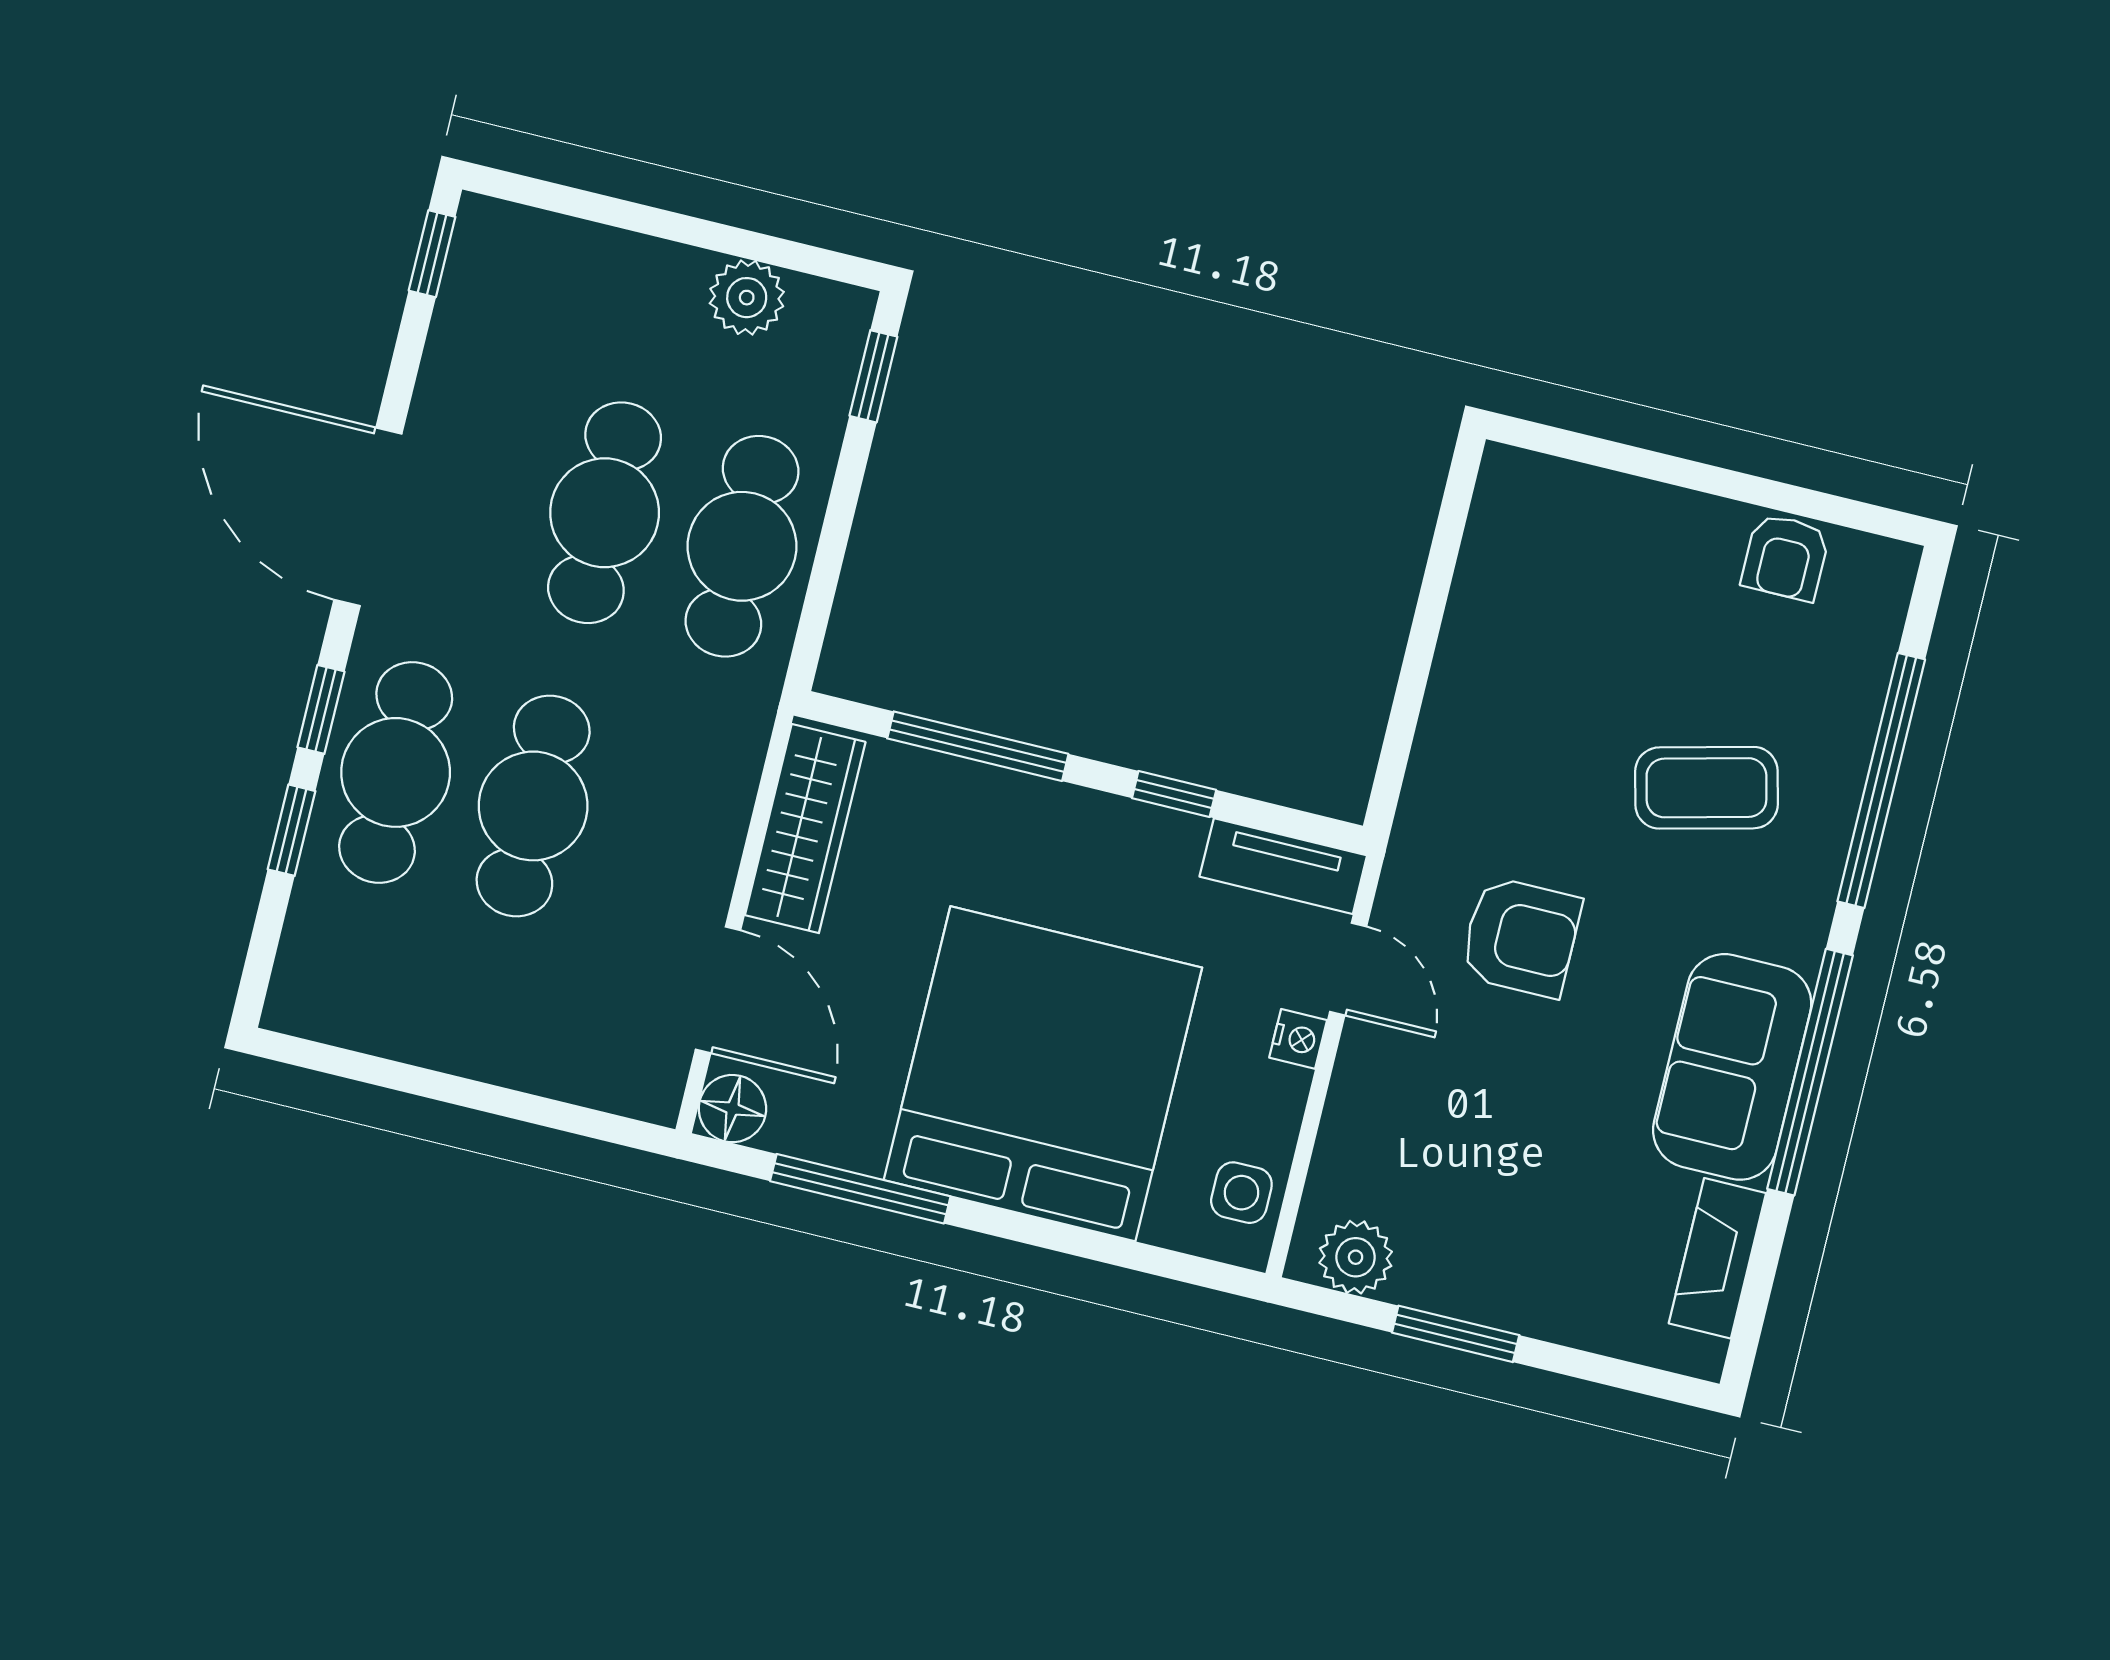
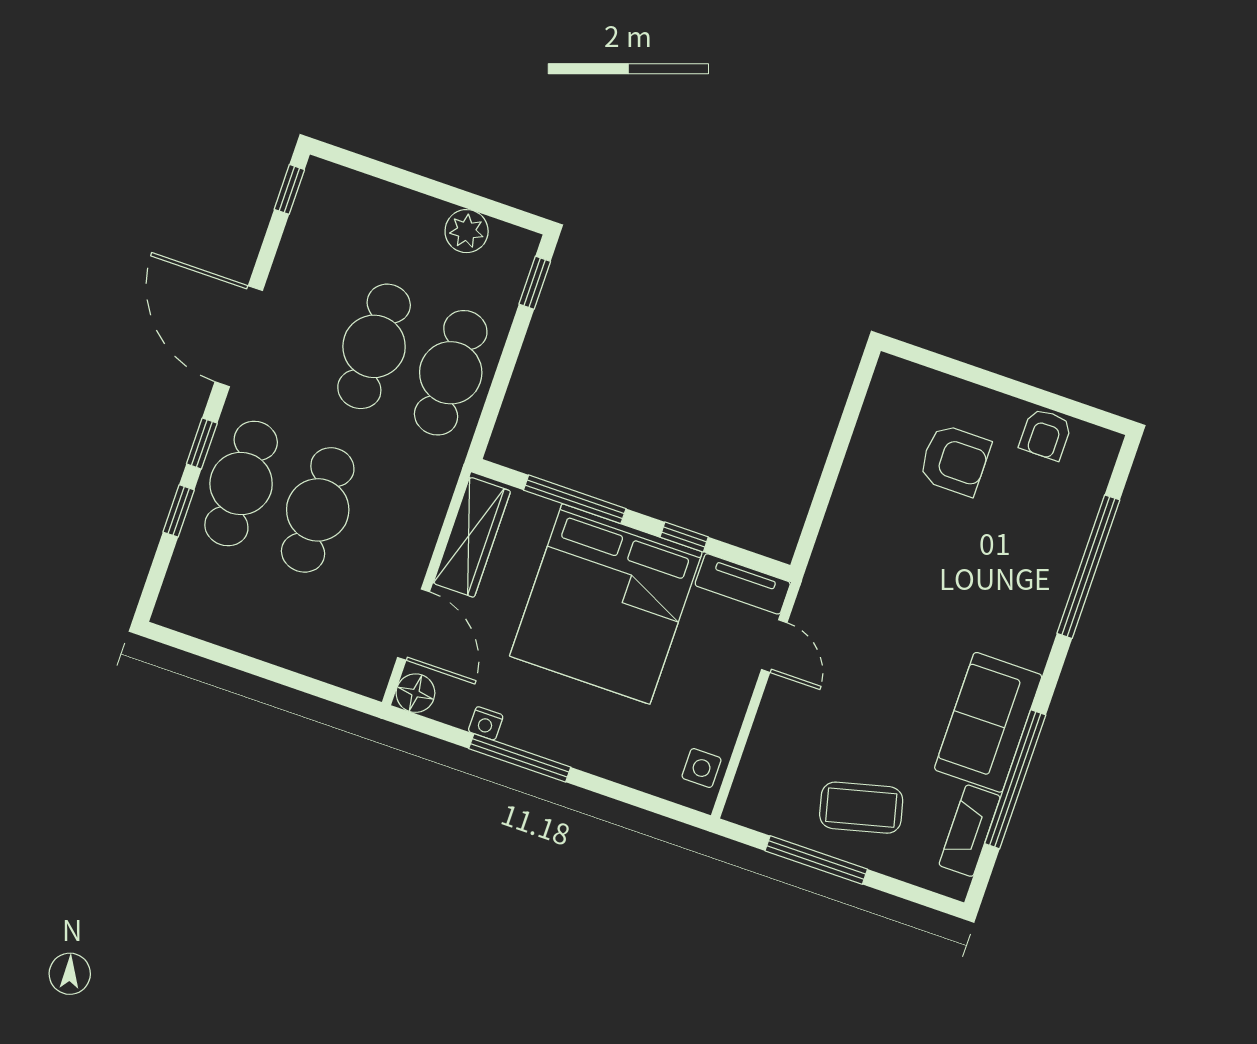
coffee table: (1706, 788) -> (861, 808), moved
armchair: (1521, 937) -> (955, 460), moved
nightstand: (1298, 1039) -> (486, 723), moved, turned 90
window: (1810, 1072) -> (1015, 779), moved
bed: (1043, 1074) -> (606, 604), moved, turned 180
window: (860, 1189) -> (520, 758), moved
plant: (1356, 1257) -> (763, 811), removed
window: (1456, 1334) -> (816, 860), width x1.44

